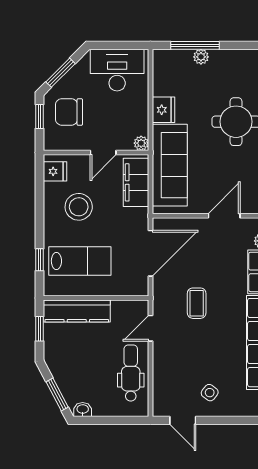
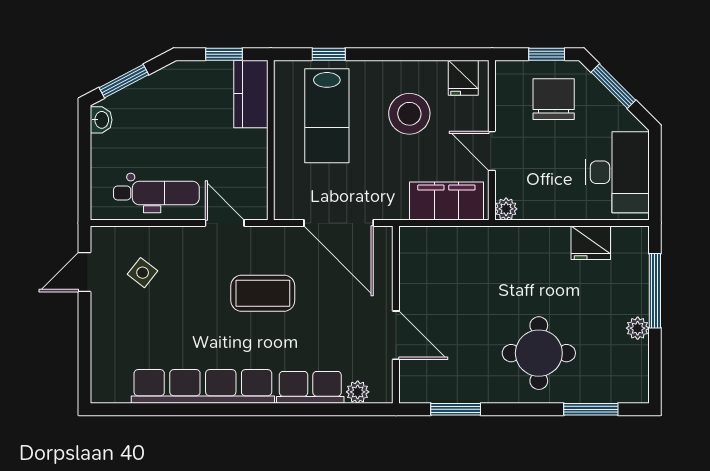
plant: (201, 57) -> (638, 328), moved
fridge: (163, 110) -> (591, 243), moved
sofa: (170, 165) -> (473, 252), removed
coffee table: (197, 303) -> (263, 293), width x1.36, depth x1.30
kitchen counter: (77, 311) -> (251, 94), width x0.67
side table: (210, 393) -> (143, 273), moved

